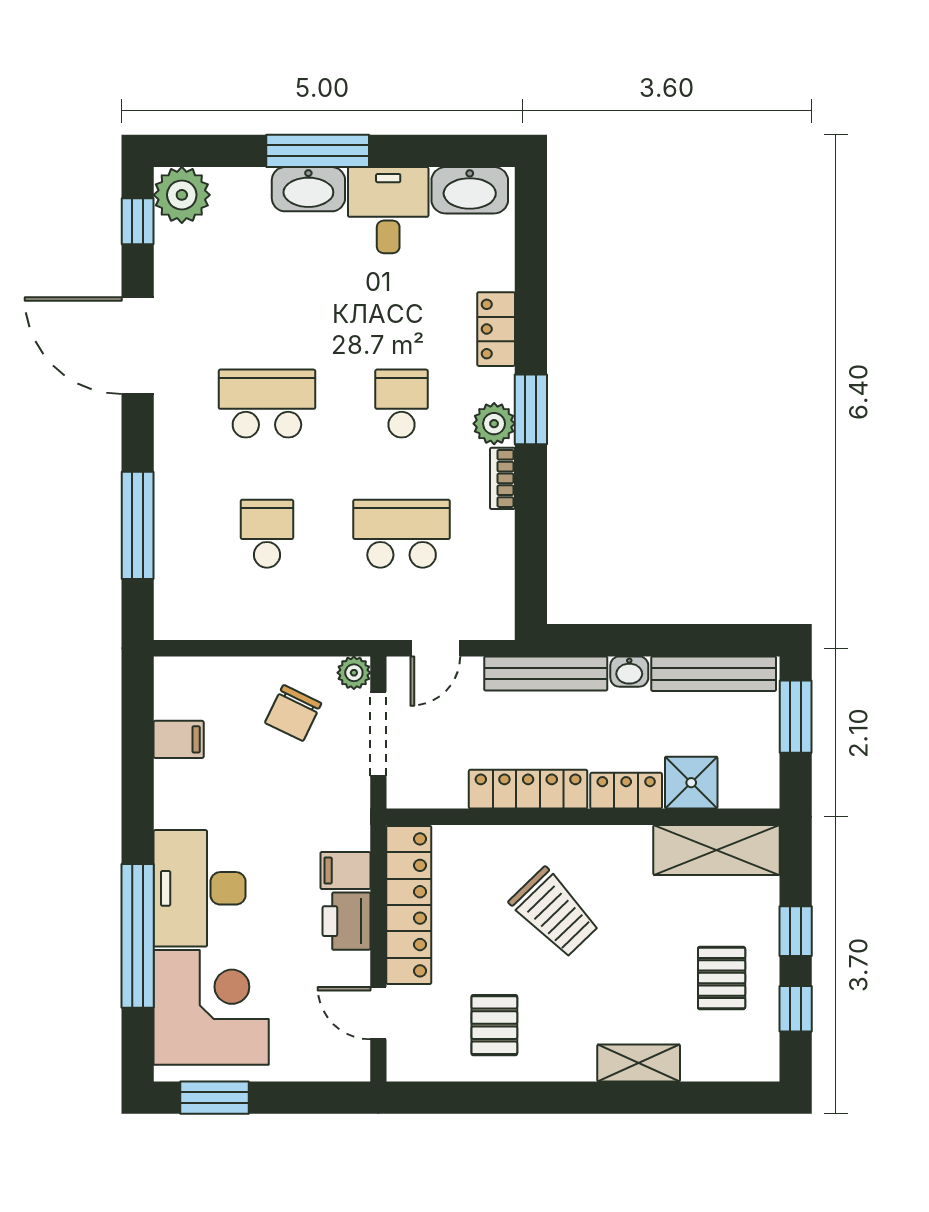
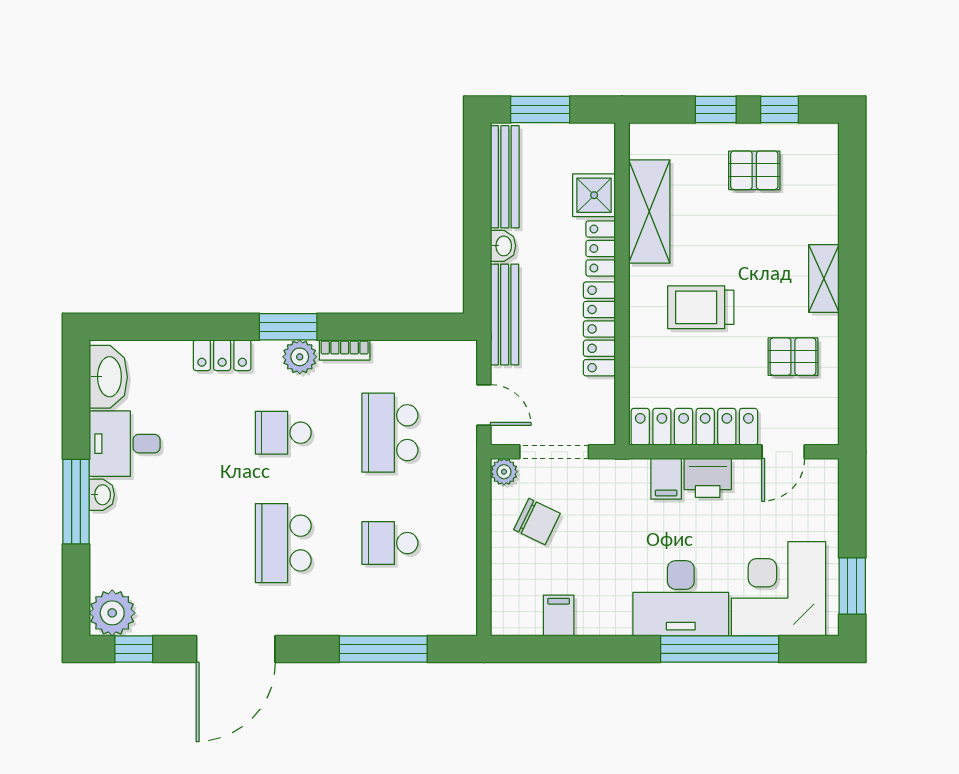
washbasin: (308, 189) -> (102, 495), width x0.52, depth x0.69
shelving: (717, 850) -> (649, 212), moved
trolley: (554, 913) -> (701, 307), turned -136
shelving: (639, 1063) -> (824, 278), moved

